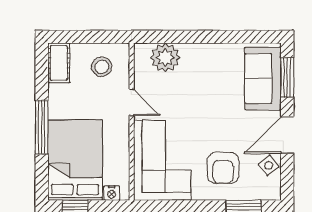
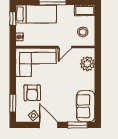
sofa: (263, 78) -> (86, 106), moved, turned -90
bed: (75, 160) -> (36, 14), width x0.67
armchair: (223, 168) -> (32, 93), turned -90

